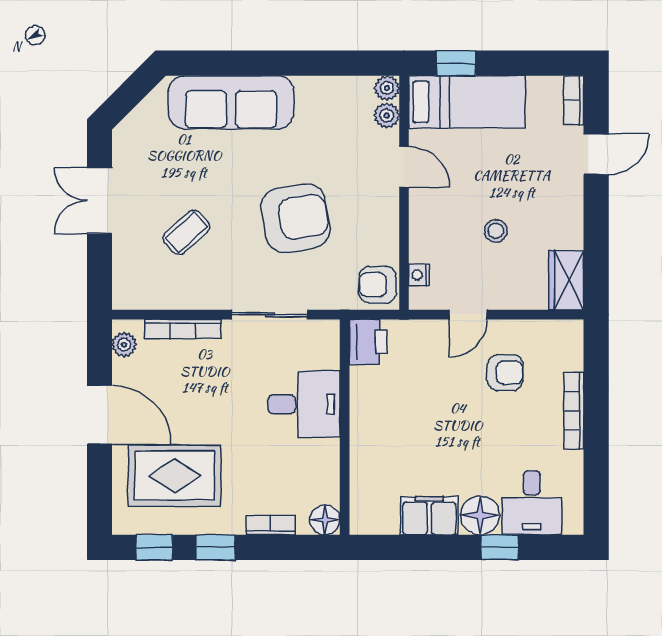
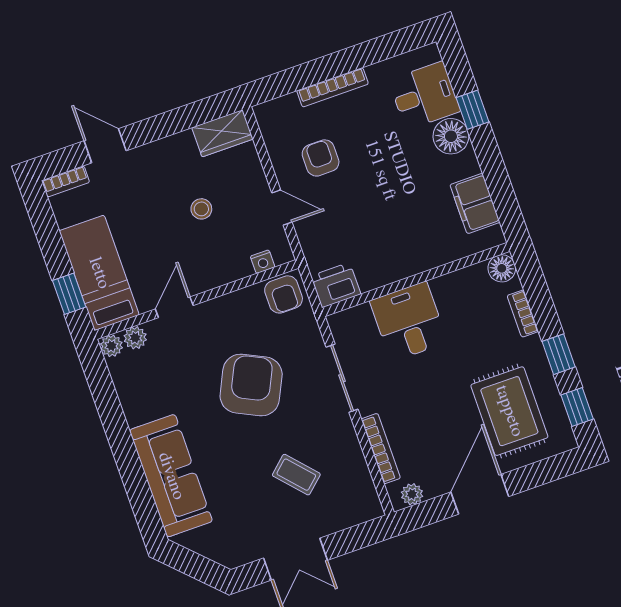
armchair: (296, 218) -> (251, 385), turned 36
filing cabinet: (429, 516) -> (475, 203), moved

